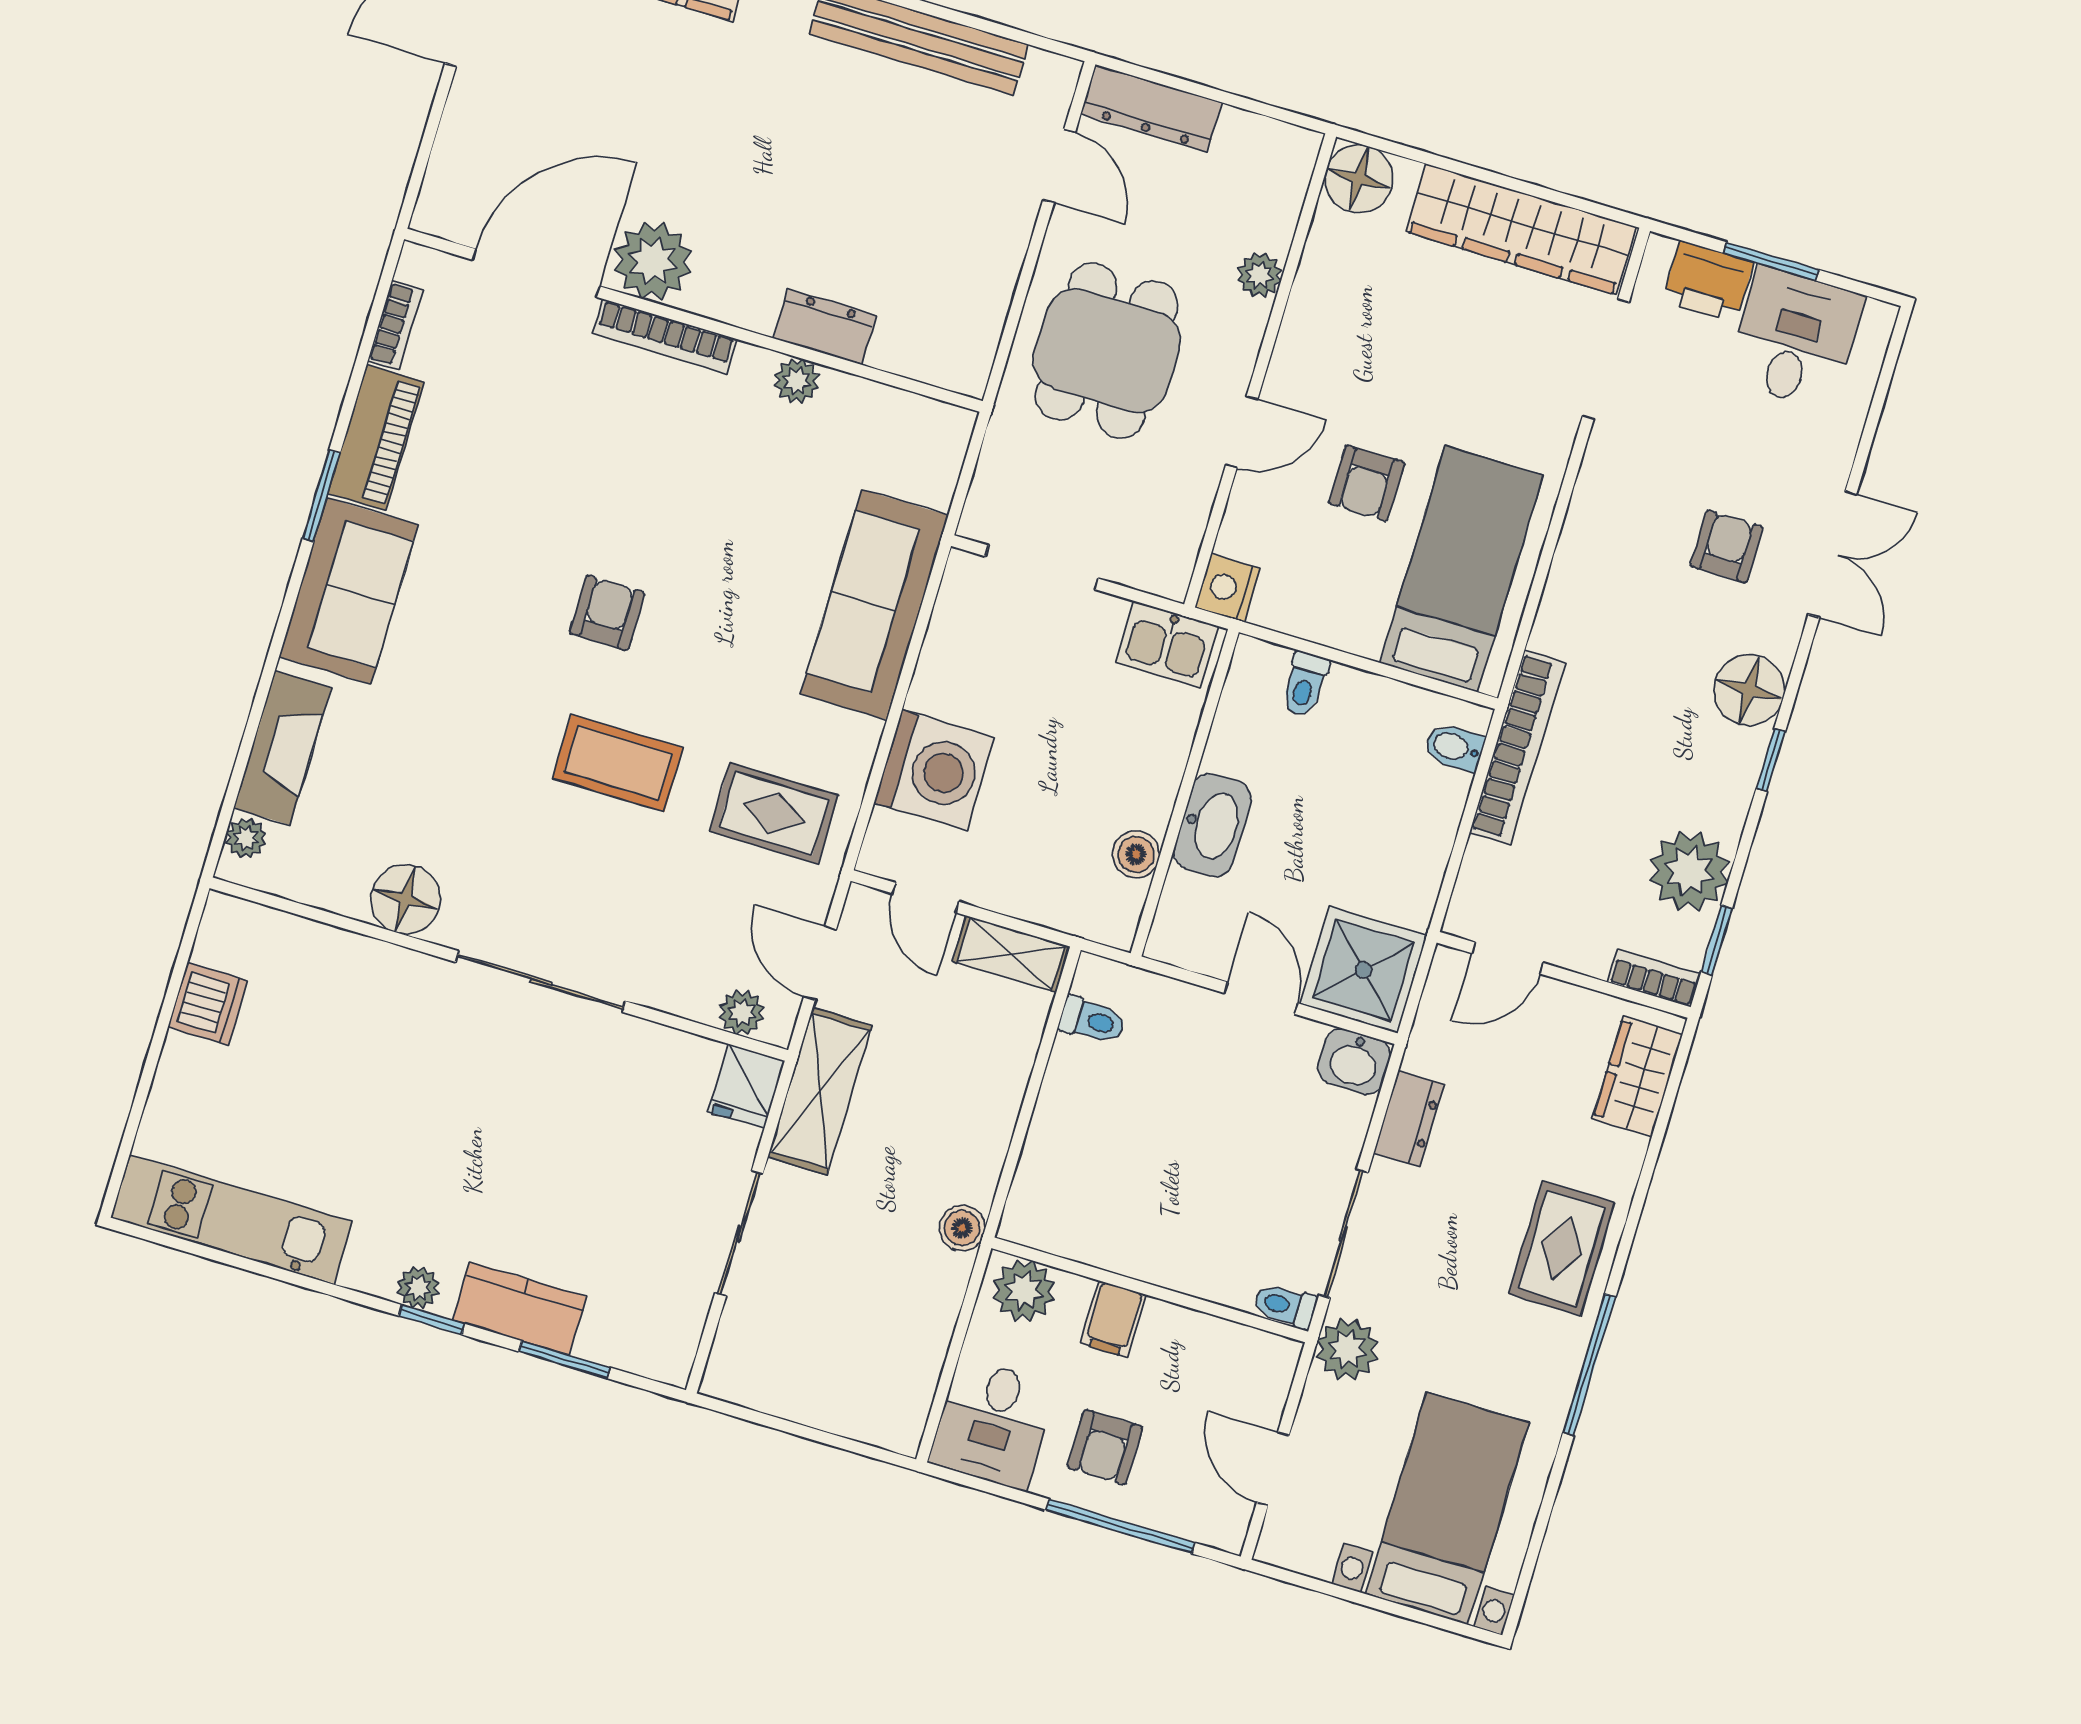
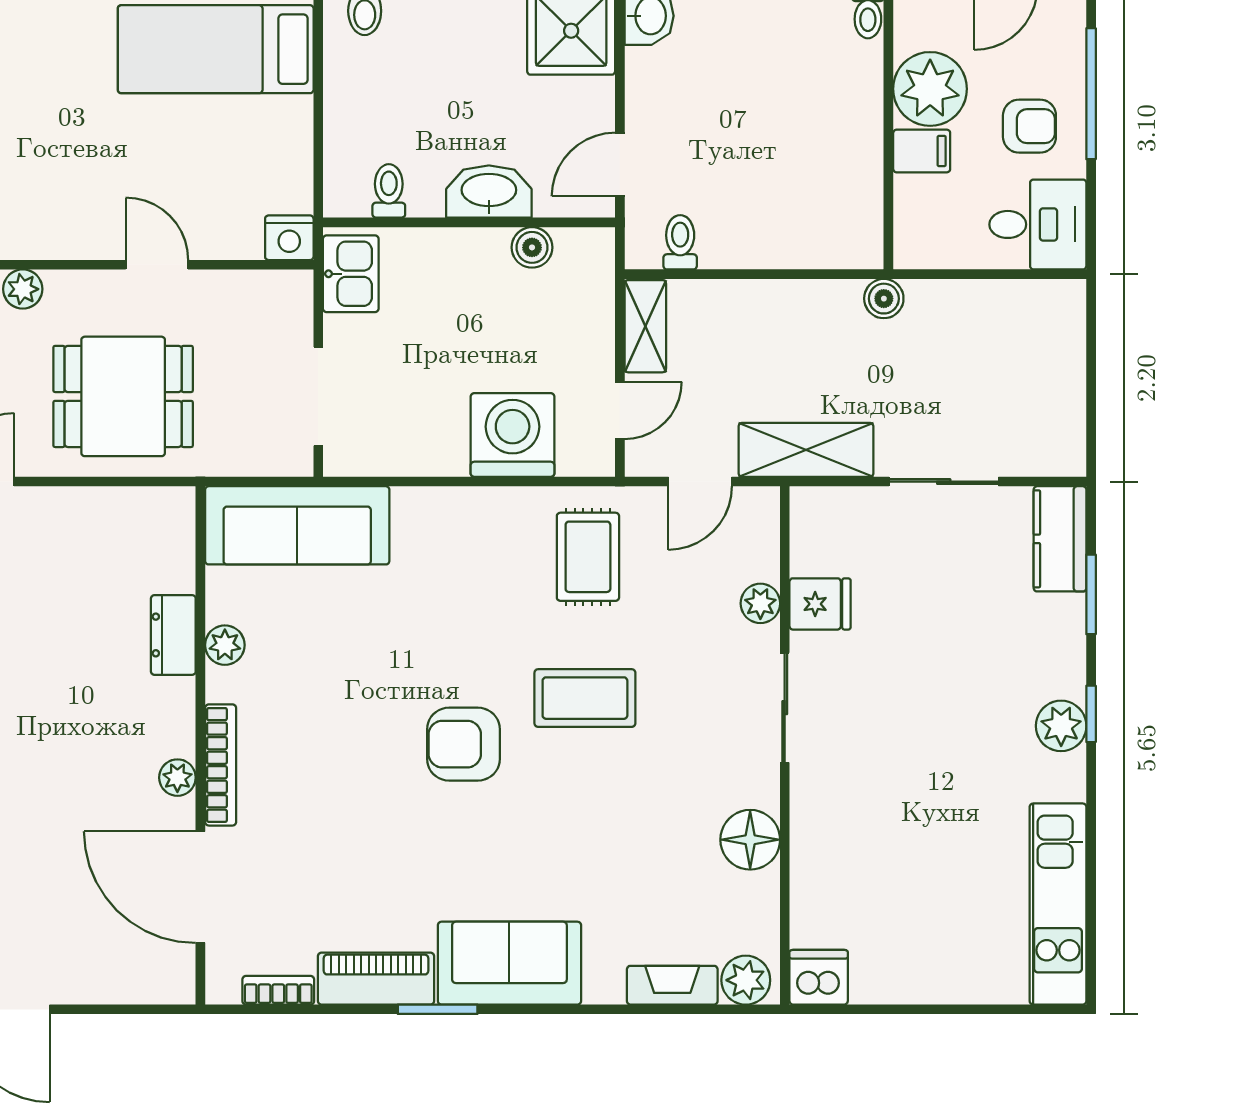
plant: (653, 261) -> (177, 778), width x0.53, depth x0.53
armchair: (1366, 483) -> (168, 149), removed
sofa: (874, 605) -> (297, 525), moved
armchair: (607, 613) -> (463, 744), width x1.38, depth x1.38
toilet: (1305, 684) -> (389, 191), moved, turned -90
fireplace: (282, 748) -> (672, 985), width x0.73, depth x0.76
coffee table: (618, 763) -> (585, 698), turned 90
plant: (246, 838) -> (746, 980), width x1.38, depth x1.38
sliding door: (541, 982) -> (785, 708), width x0.73
door: (1261, 998) -> (620, 164), moved
dishwasher: (208, 1004) -> (819, 977), moved
plant: (742, 1012) -> (760, 603), moved
fridge: (746, 1086) -> (820, 604), moved
plant: (418, 1288) -> (1061, 726), width x1.38, depth x1.38
plant: (1024, 1291) -> (930, 89), moved, width x1.36, depth x1.36
kitchen counter: (519, 1308) -> (1060, 539), moved

